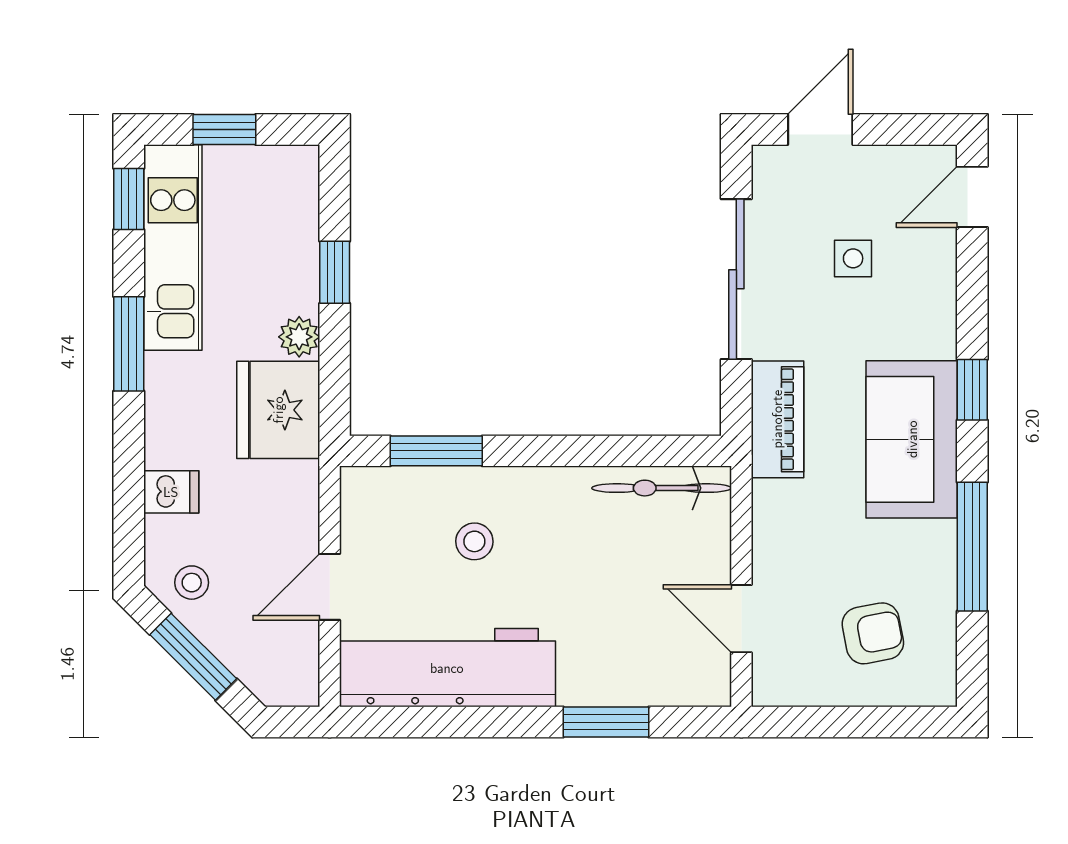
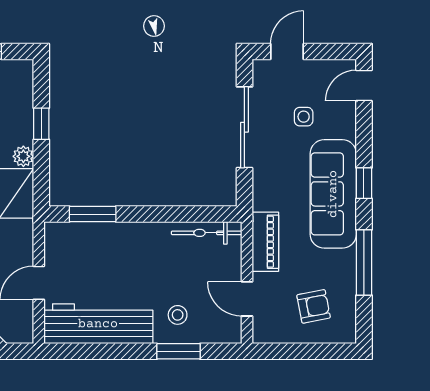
piano: (777, 419) -> (265, 242), moved
sofa: (912, 439) -> (333, 194), width x1.36
stool: (474, 541) -> (178, 315), moved

